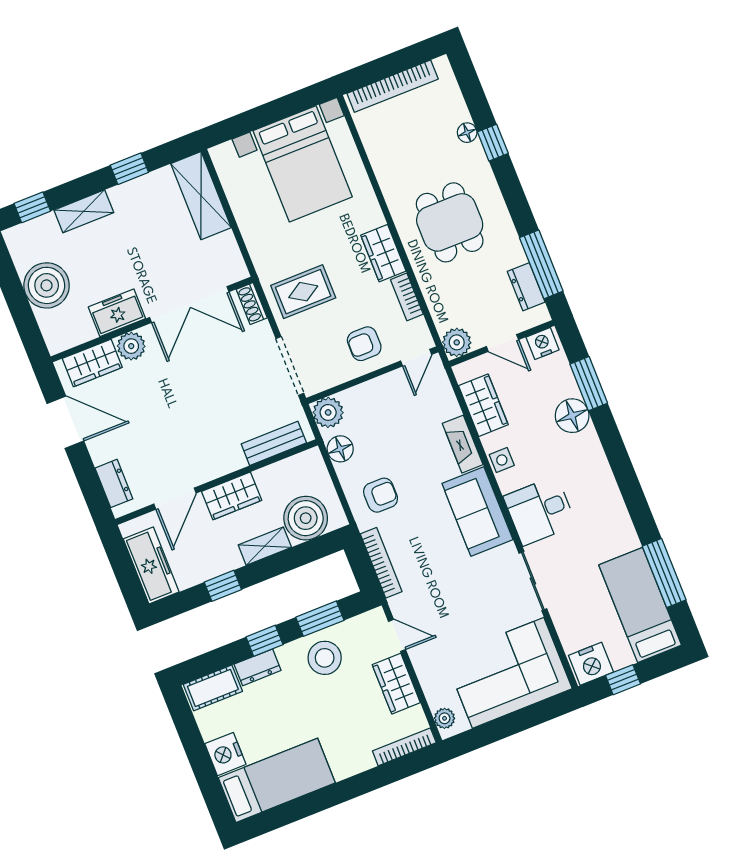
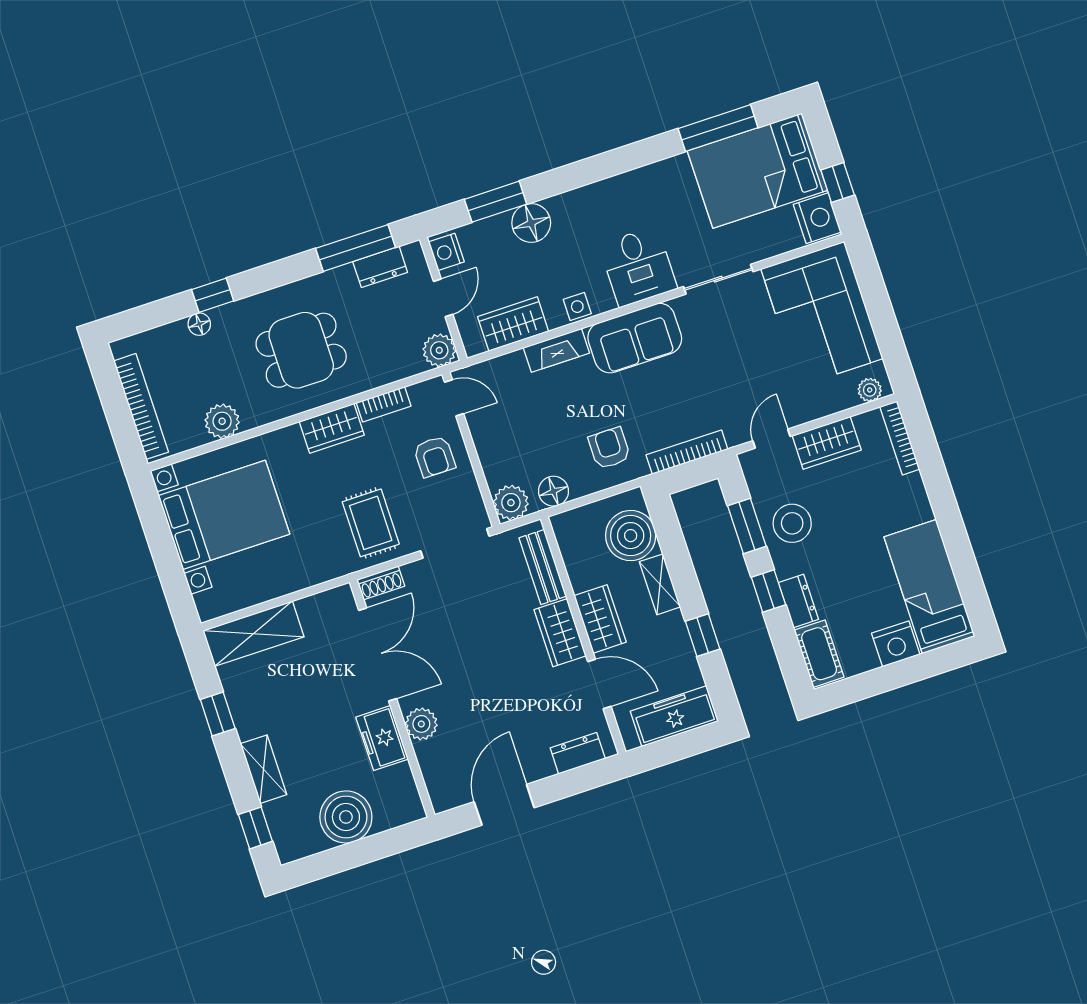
plant: (384, 157) -> (222, 421), added
wardrobe: (92, 363) -> (560, 633), moved, turned 180
bed: (640, 605) -> (757, 171), width x1.50

